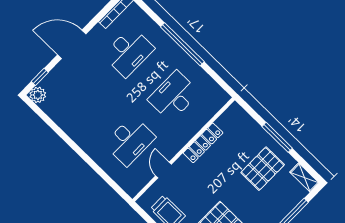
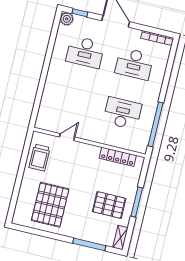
window: (182, 44) -> (155, 124), moved
desk: (130, 141) -> (85, 52), moved
locker: (203, 143) -> (118, 157), moved

